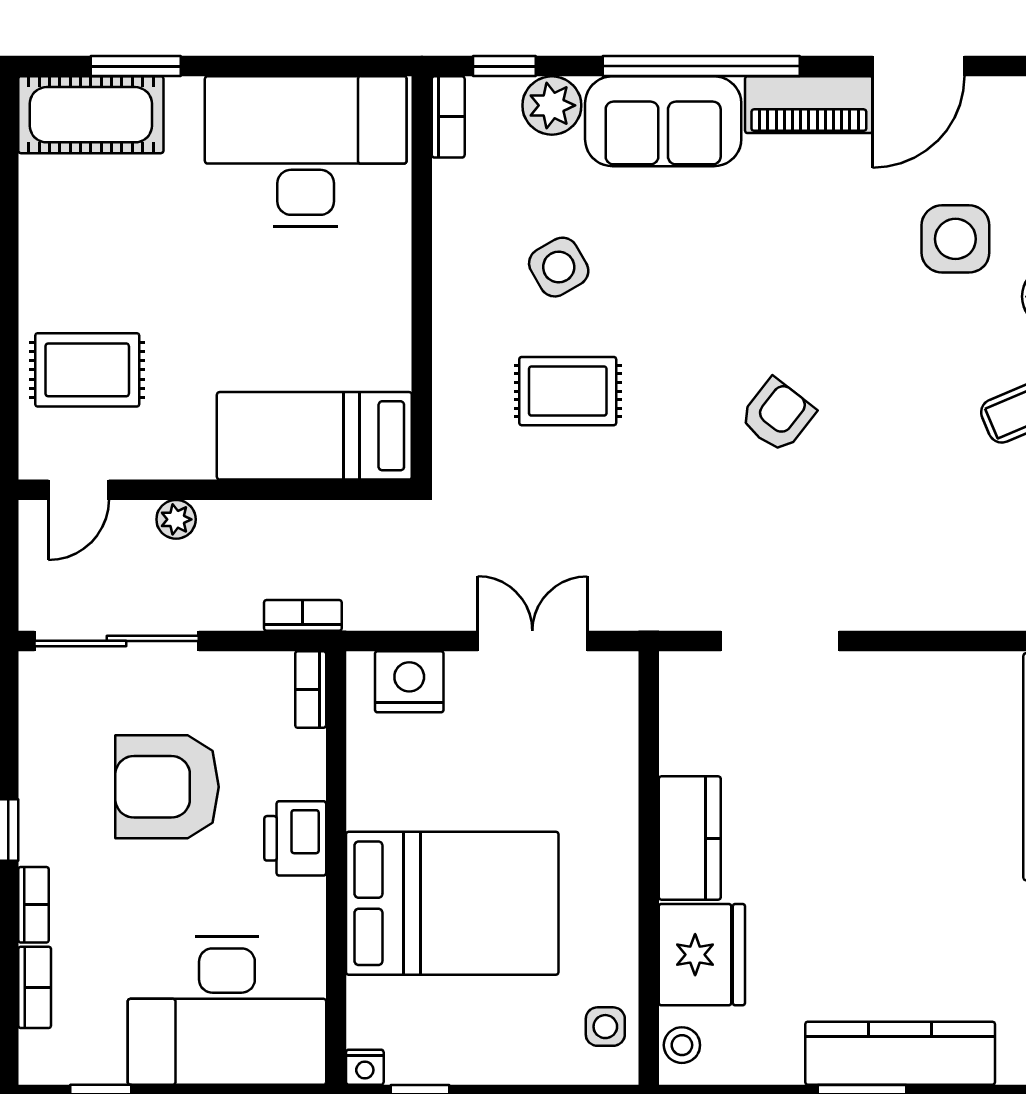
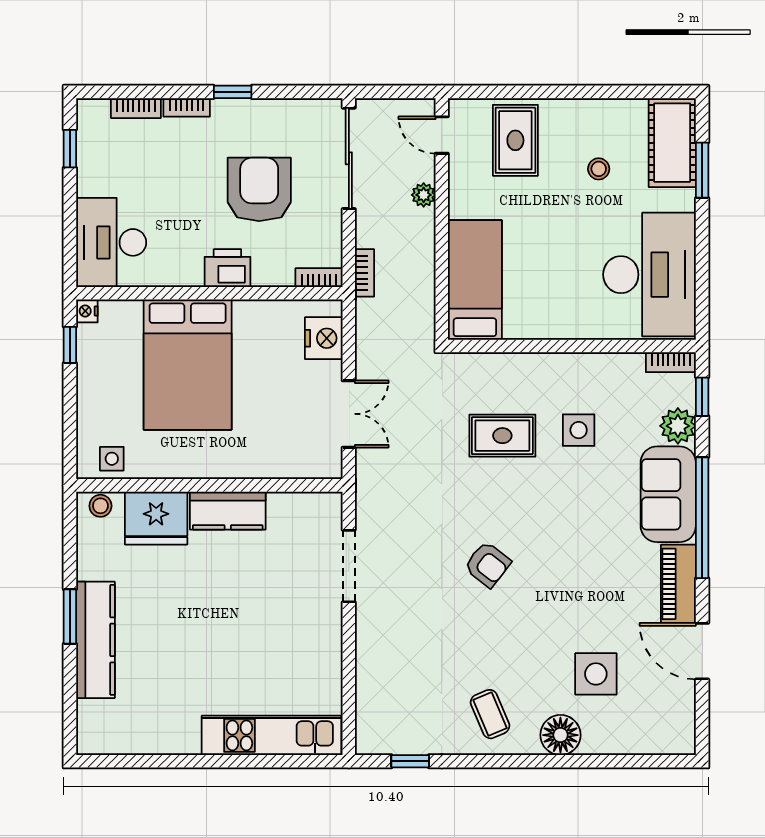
stool: (134, 234) -> (599, 169), added
side table: (559, 267) -> (579, 430), turned 30
rug: (568, 391) -> (502, 436), turned 90
desk: (227, 1011) -> (111, 242), width x0.73, depth x0.77

